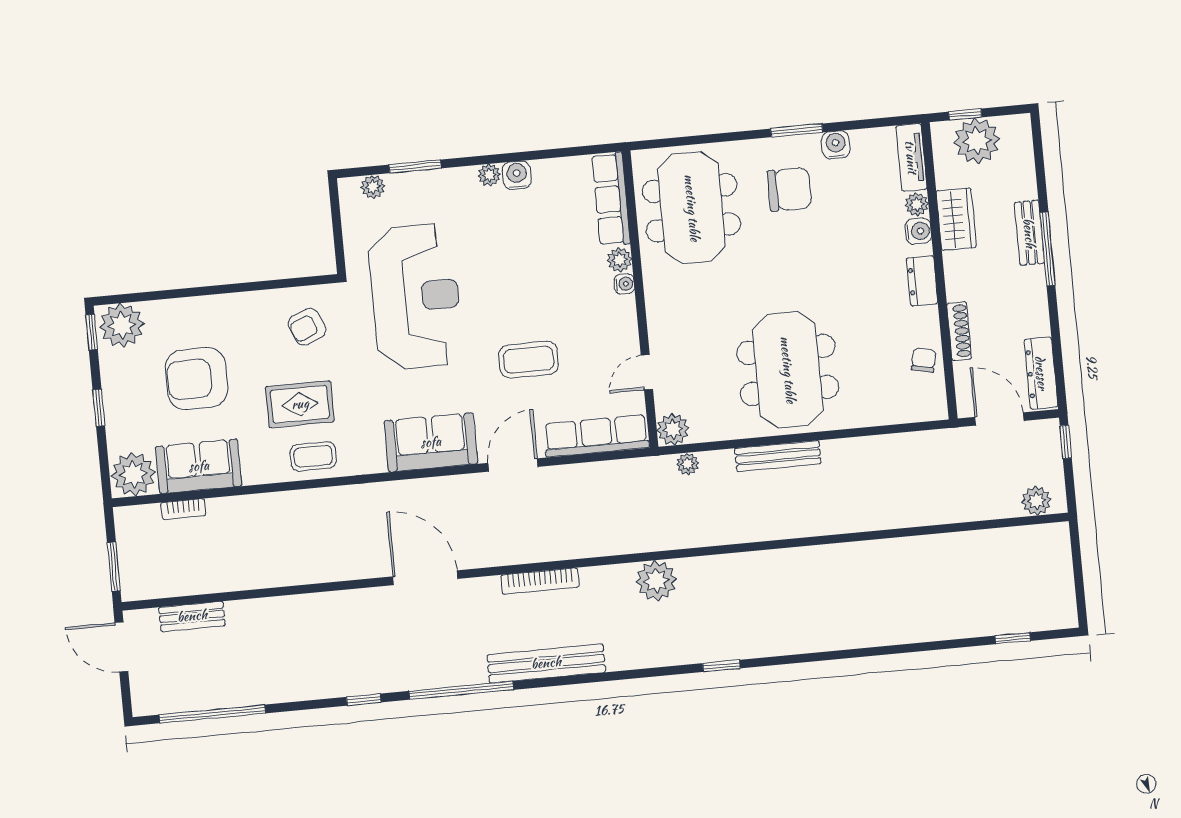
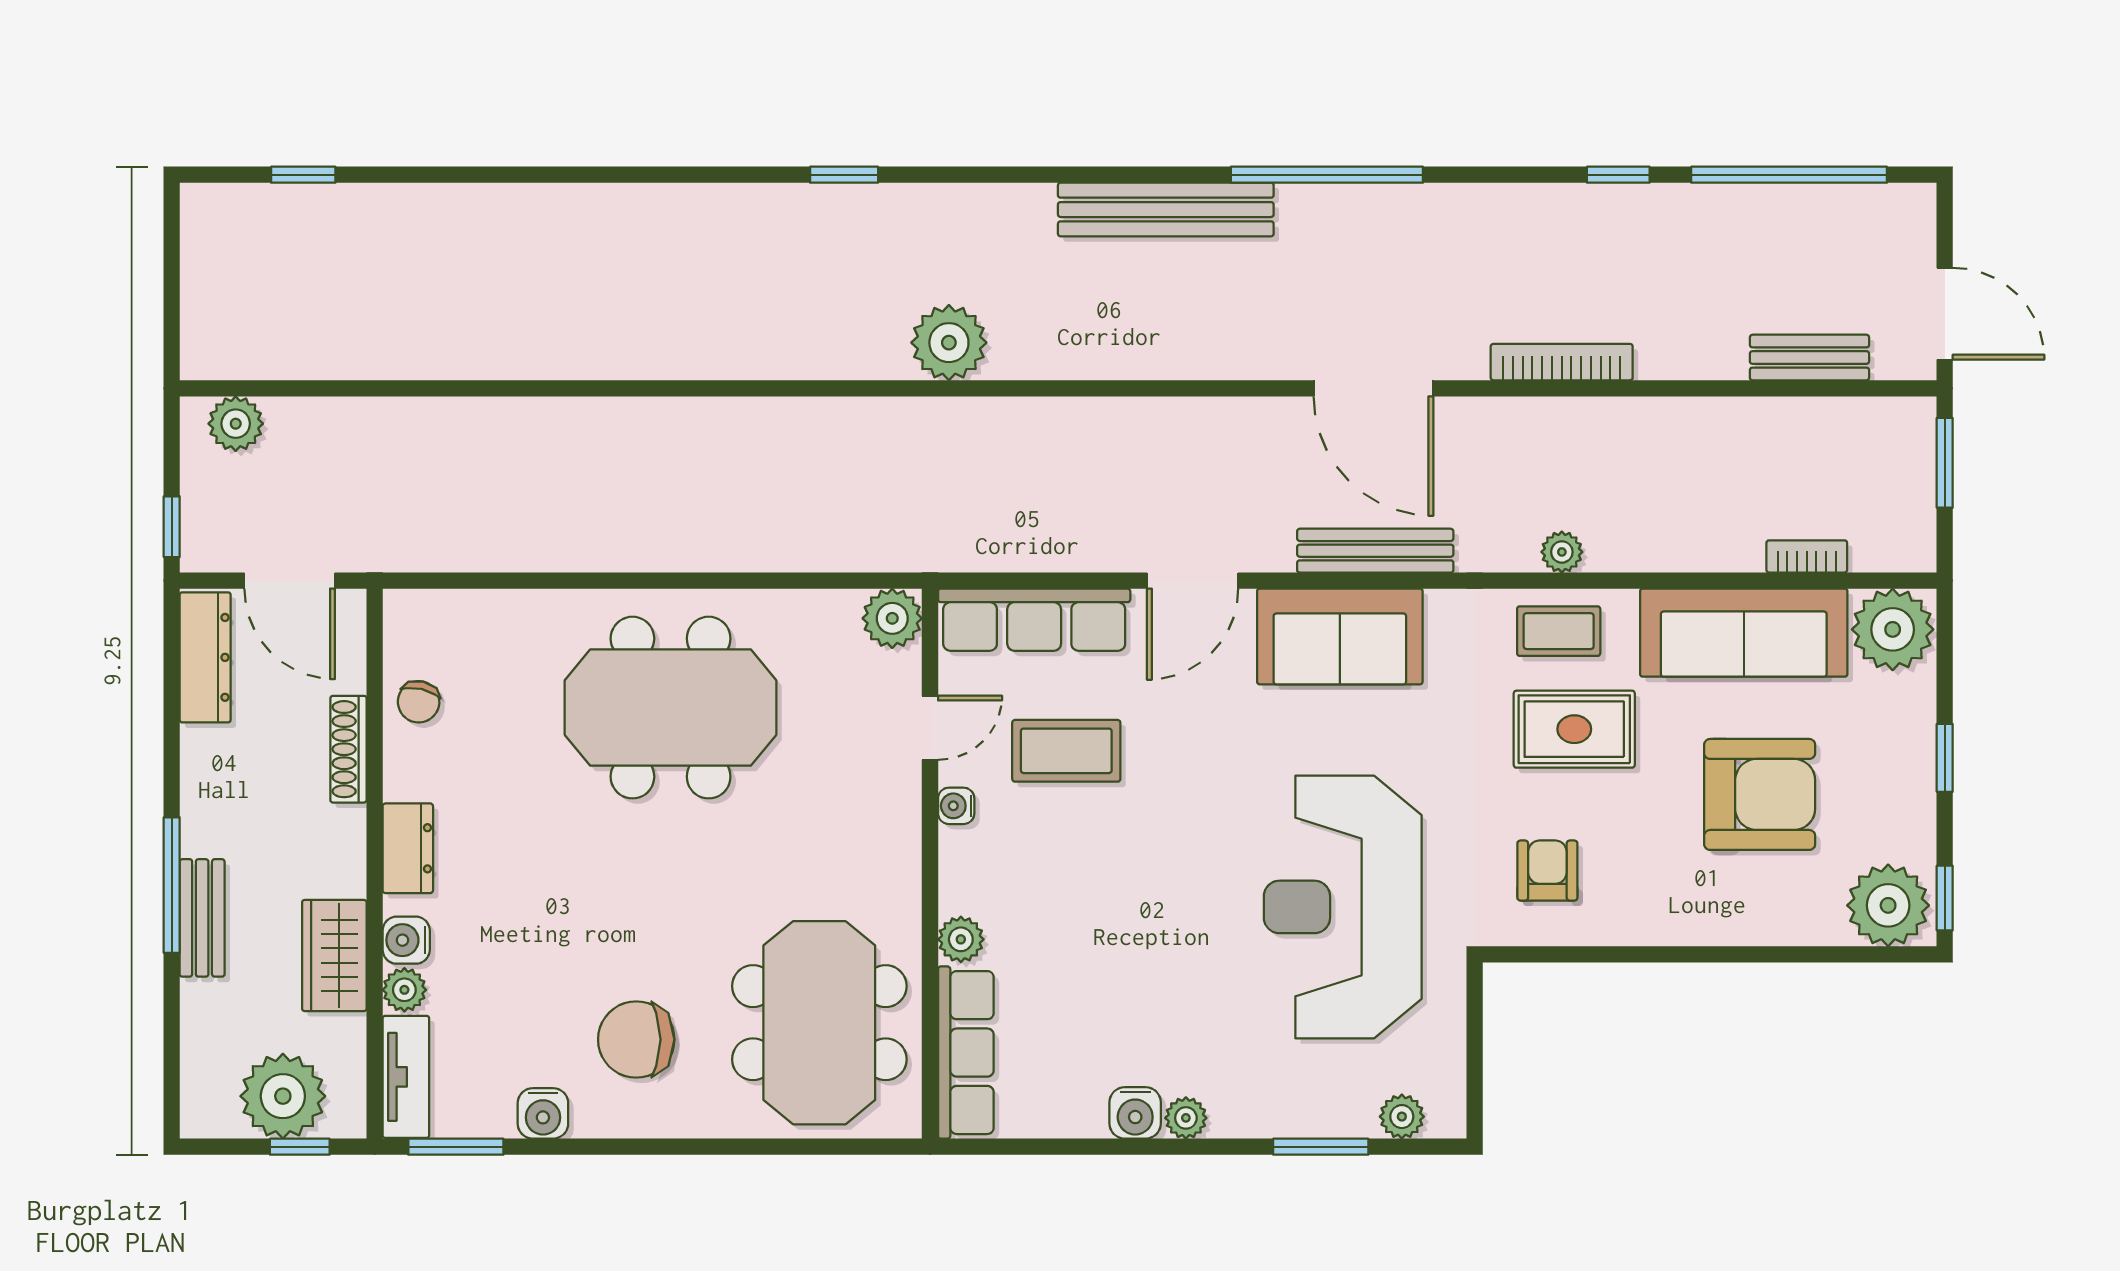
window: (797, 130) -> (456, 1147), moved
water cooler: (624, 284) -> (956, 806), moved
armchair: (307, 327) -> (1547, 871), turned -67
coffee table: (529, 360) -> (1066, 751), moved
meeting table: (788, 370) -> (671, 708), turned 90
bench: (778, 456) -> (1375, 551), moved
plant: (688, 464) -> (1562, 552), moved
sofa: (199, 466) -> (1744, 633), width x1.36
bookcase: (540, 581) -> (1562, 362), moved
window: (364, 700) -> (1618, 175), moved

